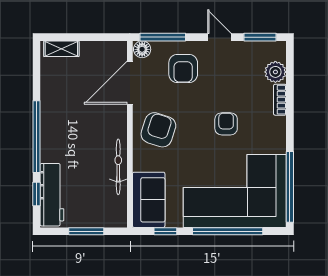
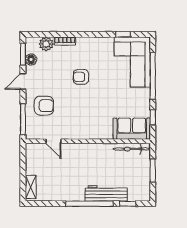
floor lamp: (142, 49) -> (31, 59), moved
door: (130, 83) -> (53, 141), width x0.53
armchair: (158, 130) -> (85, 122), removed
bicycle: (118, 167) -> (132, 149), moved
window: (290, 187) -> (123, 34), width x0.32
corner sofa: (235, 191) -> (132, 62), width x0.73, depth x0.74
workbench: (52, 195) -> (106, 193), moved

